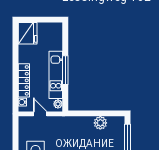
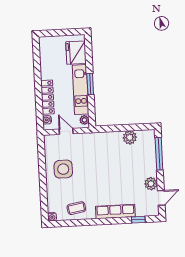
fridge: (28, 33) -> (76, 53), moved, turned 180
window: (65, 70) -> (90, 84), width x0.69

